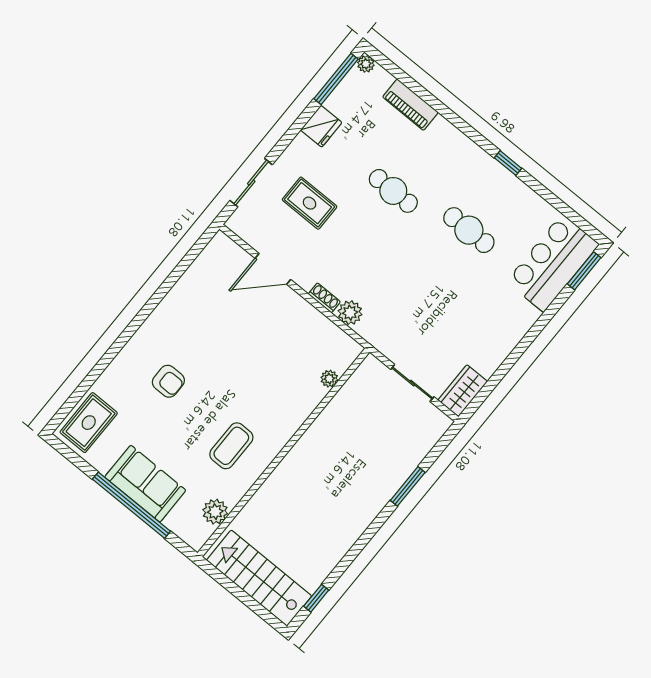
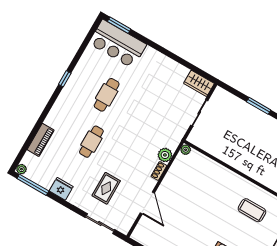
plant: (329, 379) -> (186, 150), moved

